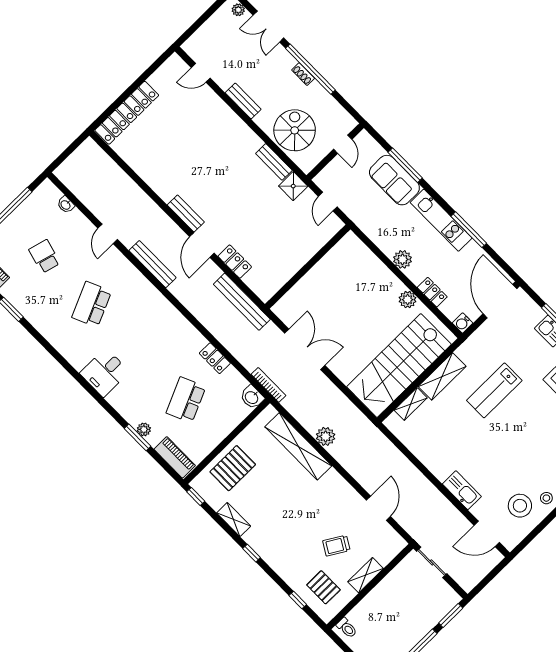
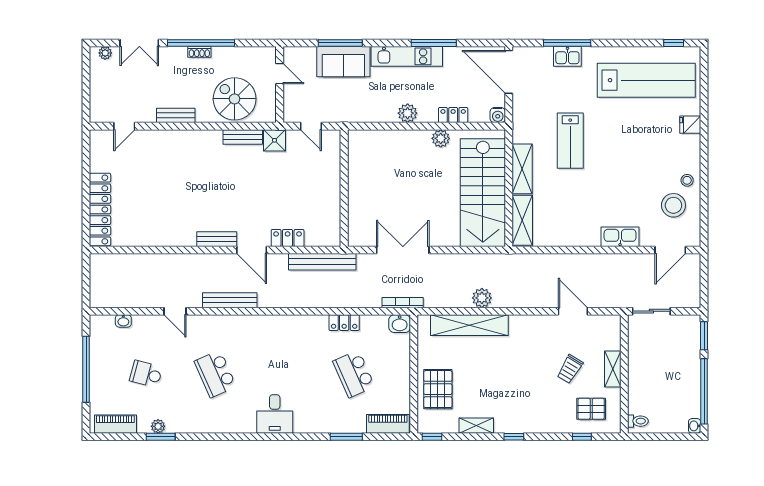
shelving: (411, 404) -> (522, 220), width x1.50, depth x1.33
plant: (144, 429) -> (158, 426), moved

